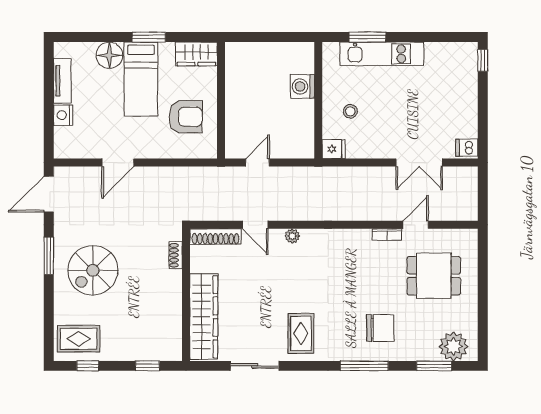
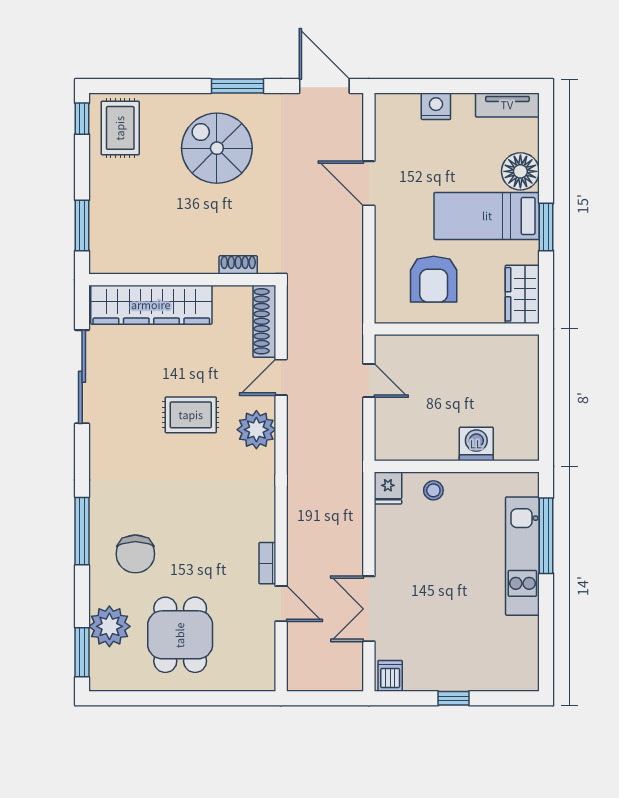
window: (367, 37) -> (546, 536), width x1.44
window: (483, 60) -> (454, 698), moved
tv unit: (62, 81) -> (507, 105), moved
stool: (350, 111) -> (433, 490), moved
plant: (292, 236) -> (256, 430), width x1.87, depth x1.87
dining table: (434, 276) -> (180, 635), moved
rug: (301, 333) -> (191, 415), moved
plant: (453, 346) -> (109, 626), moved
window: (88, 366) -> (82, 119), moved
window: (148, 366) -> (82, 225), width x1.50
sliding door: (255, 366) -> (82, 377), width x1.37
window: (434, 366) -> (82, 652), moved

